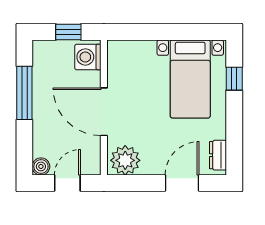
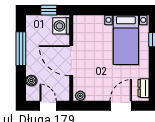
plant: (125, 160) -> (80, 96), width x0.53, depth x0.53
boiler: (41, 166) -> (31, 81), moved
door: (67, 183) -> (48, 106), hinge flipped

